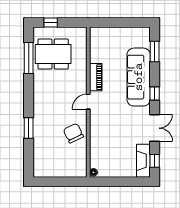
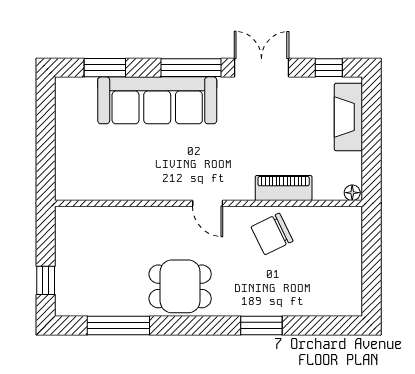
dining table: (53, 54) -> (180, 286), moved, width x0.73
piano: (96, 77) -> (284, 188), moved
window: (155, 93) -> (191, 68), width x2.17
fireplace: (143, 161) -> (348, 117), moved, turned 90

